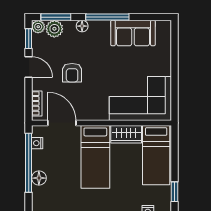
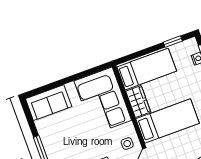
sofa: (133, 33) -> (49, 103), moved, turned 90
side table: (87, 107) -> (127, 144), added

